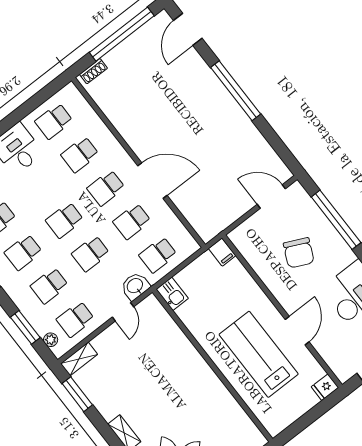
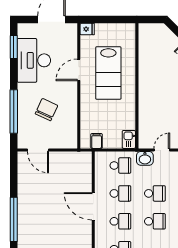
filing cabinet: (222, 252) -> (97, 141), moved

